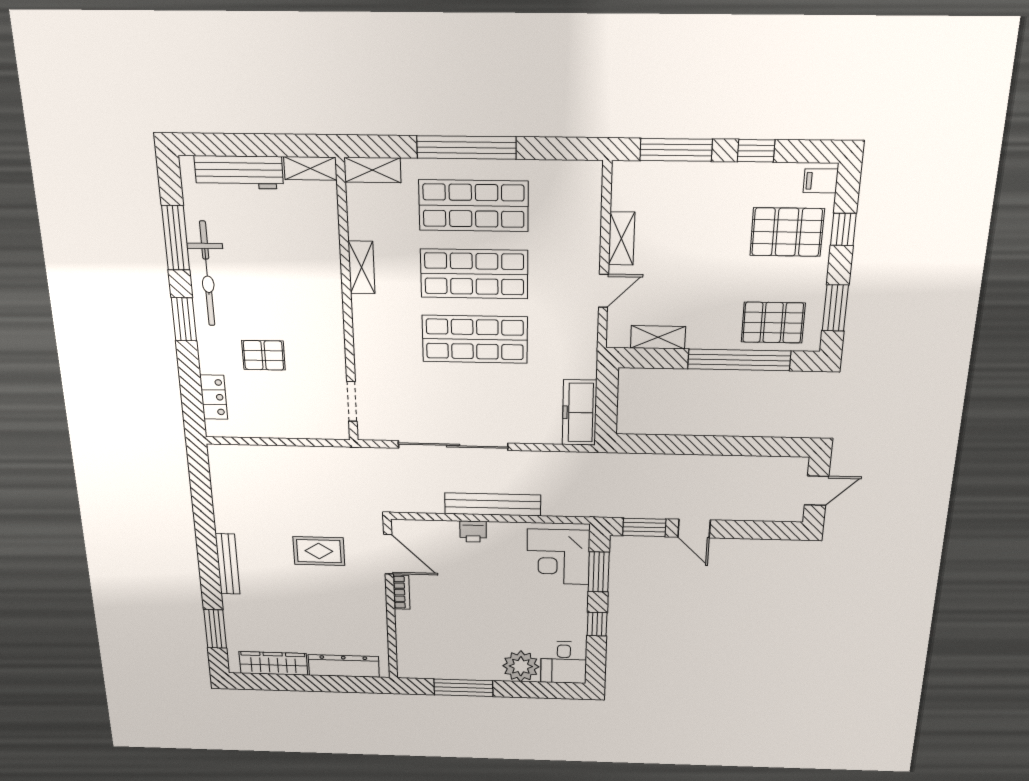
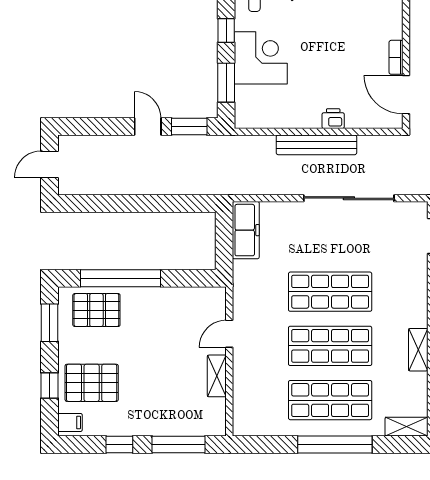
shelving: (658, 337) -> (185, 296), removed
corner desk: (558, 557) -> (261, 58), moved

